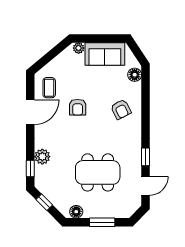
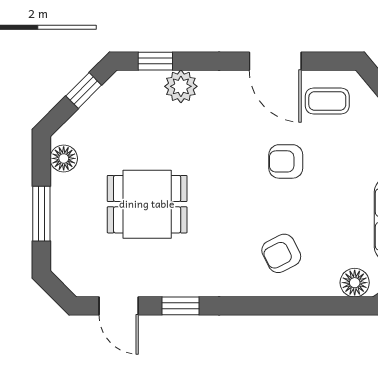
dining table: (98, 172) -> (147, 204), width x0.73

